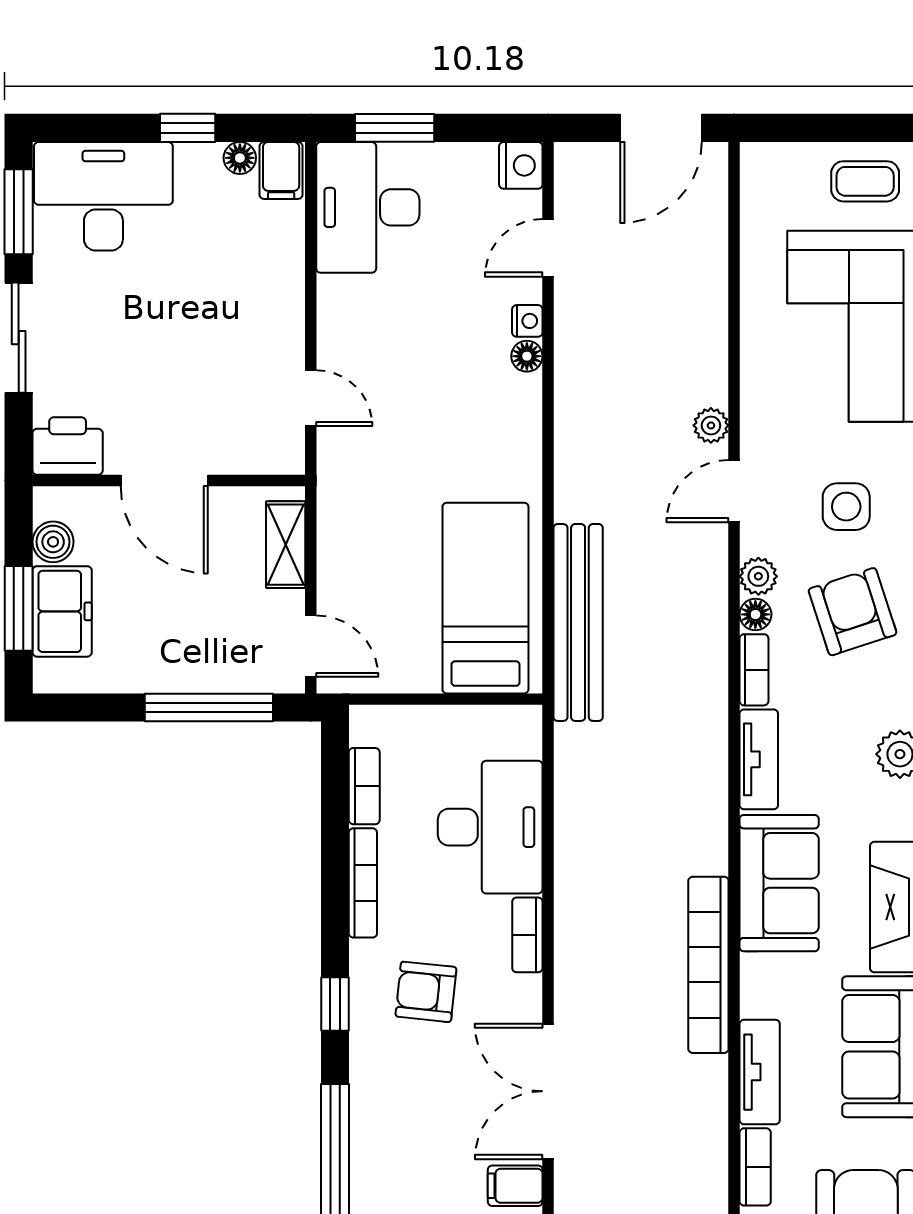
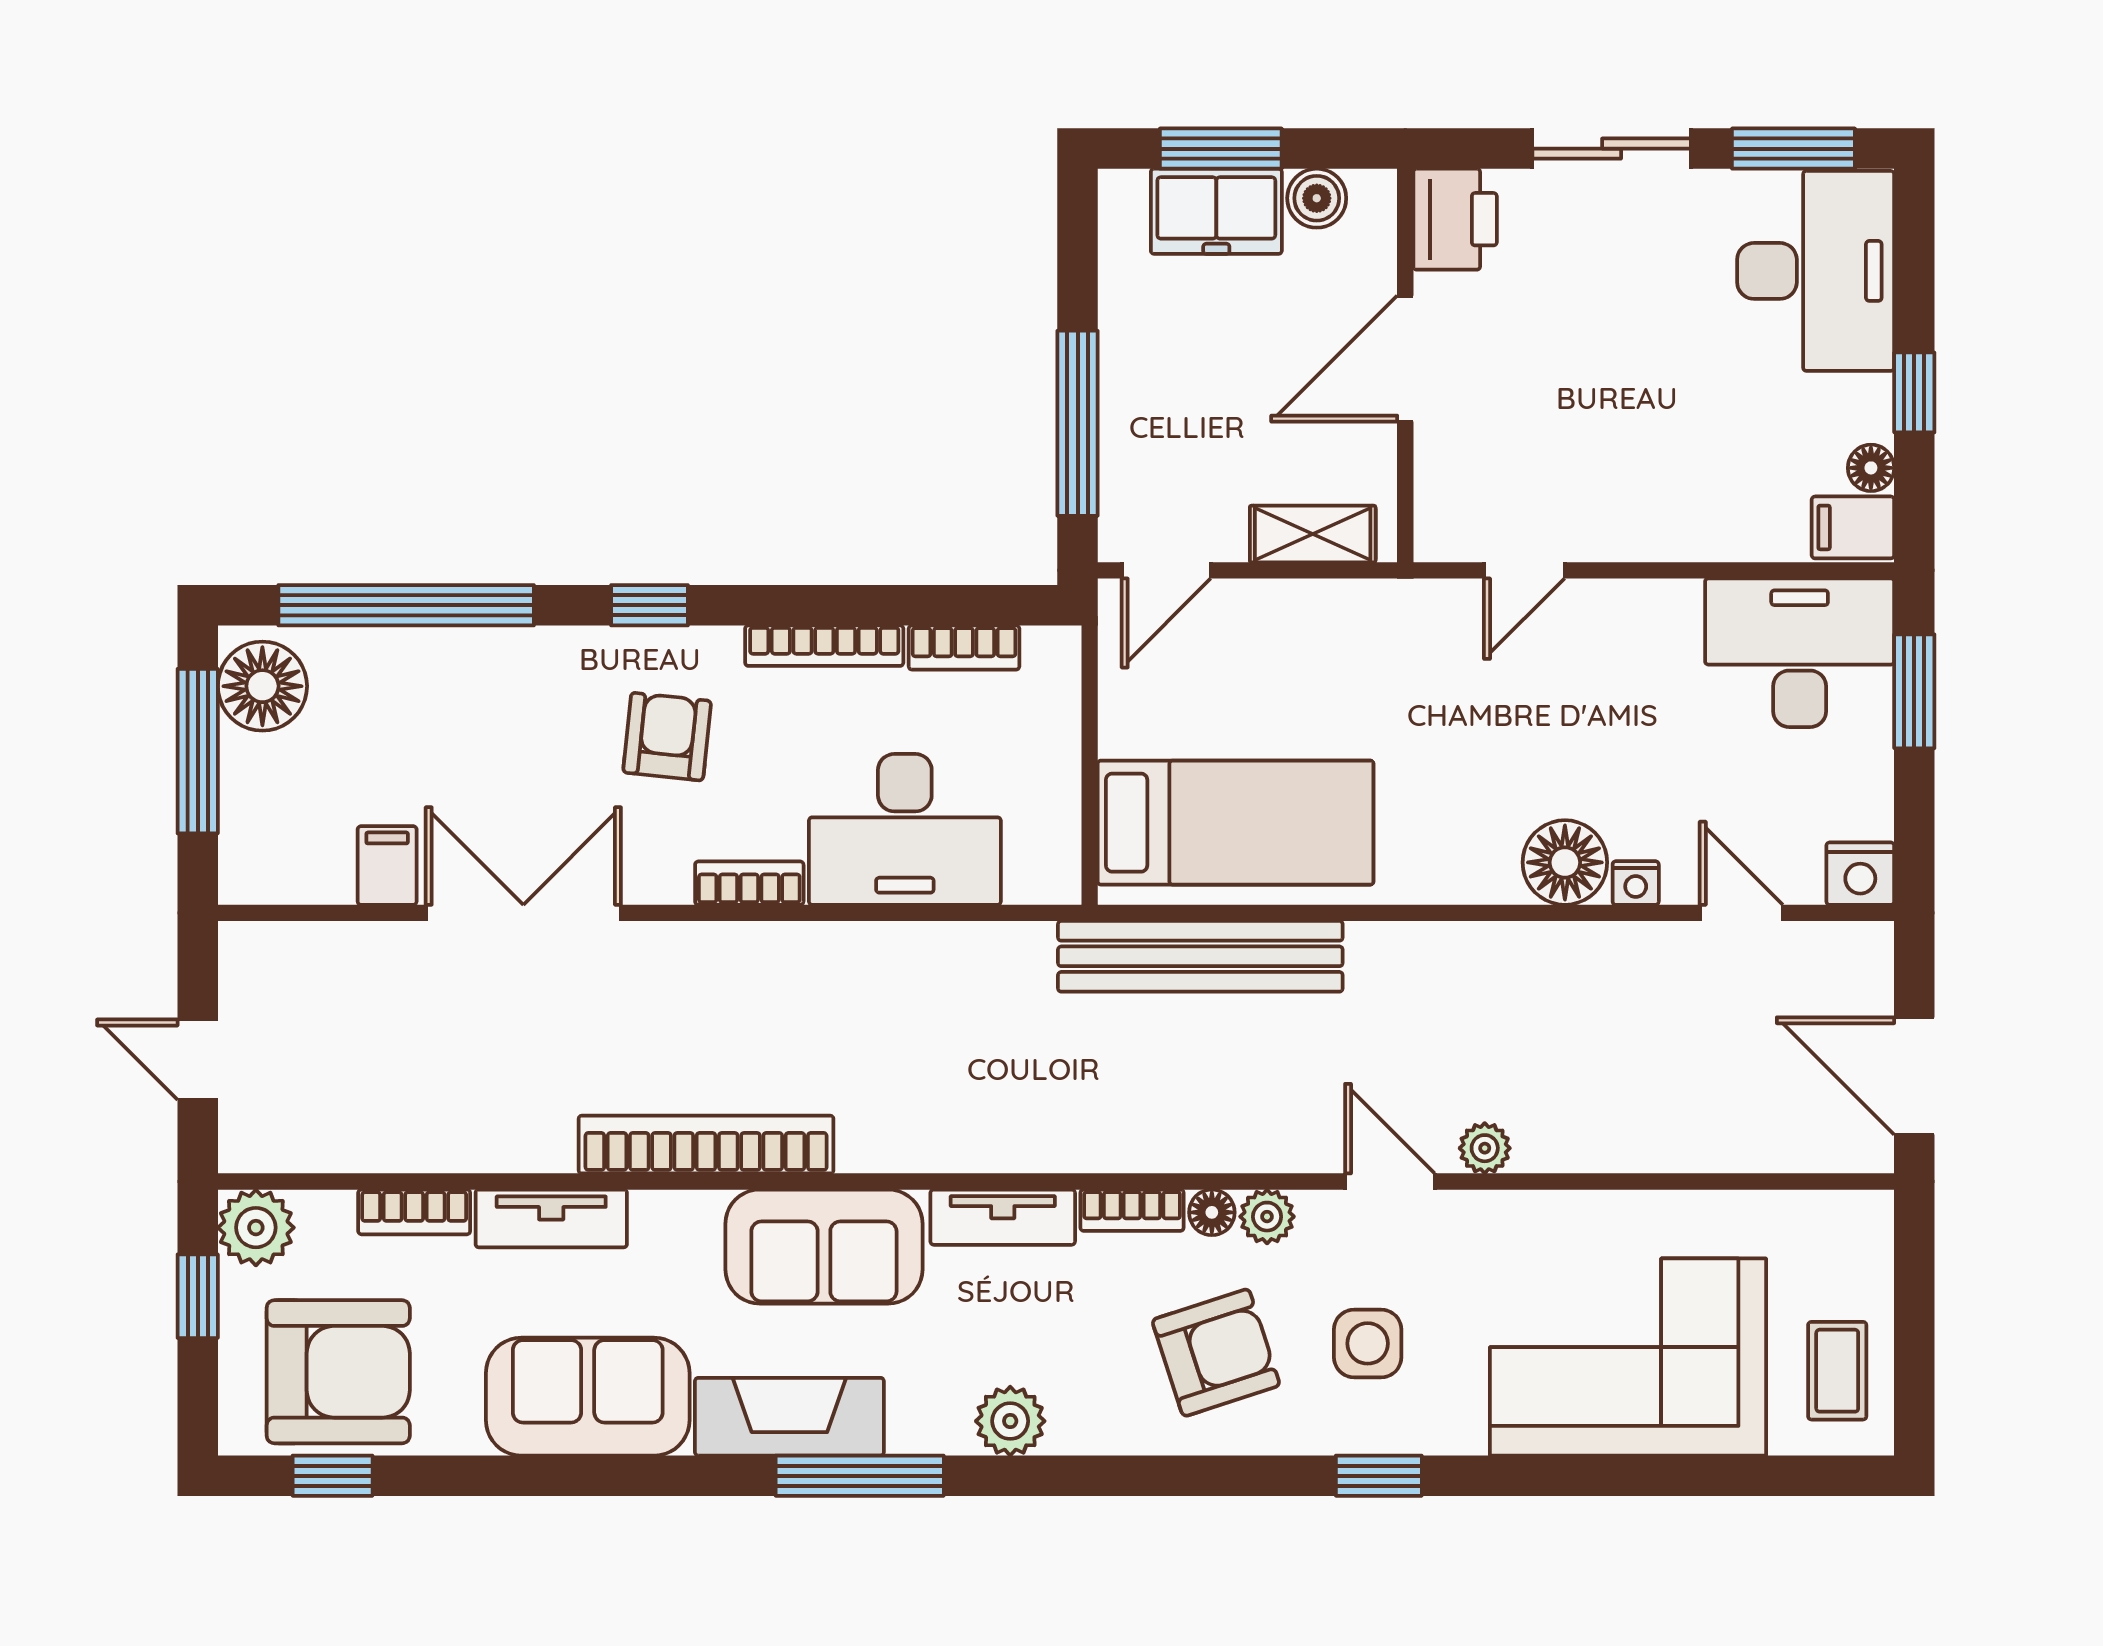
floor lamp: (527, 356) -> (1565, 862), width x1.89, depth x1.89

